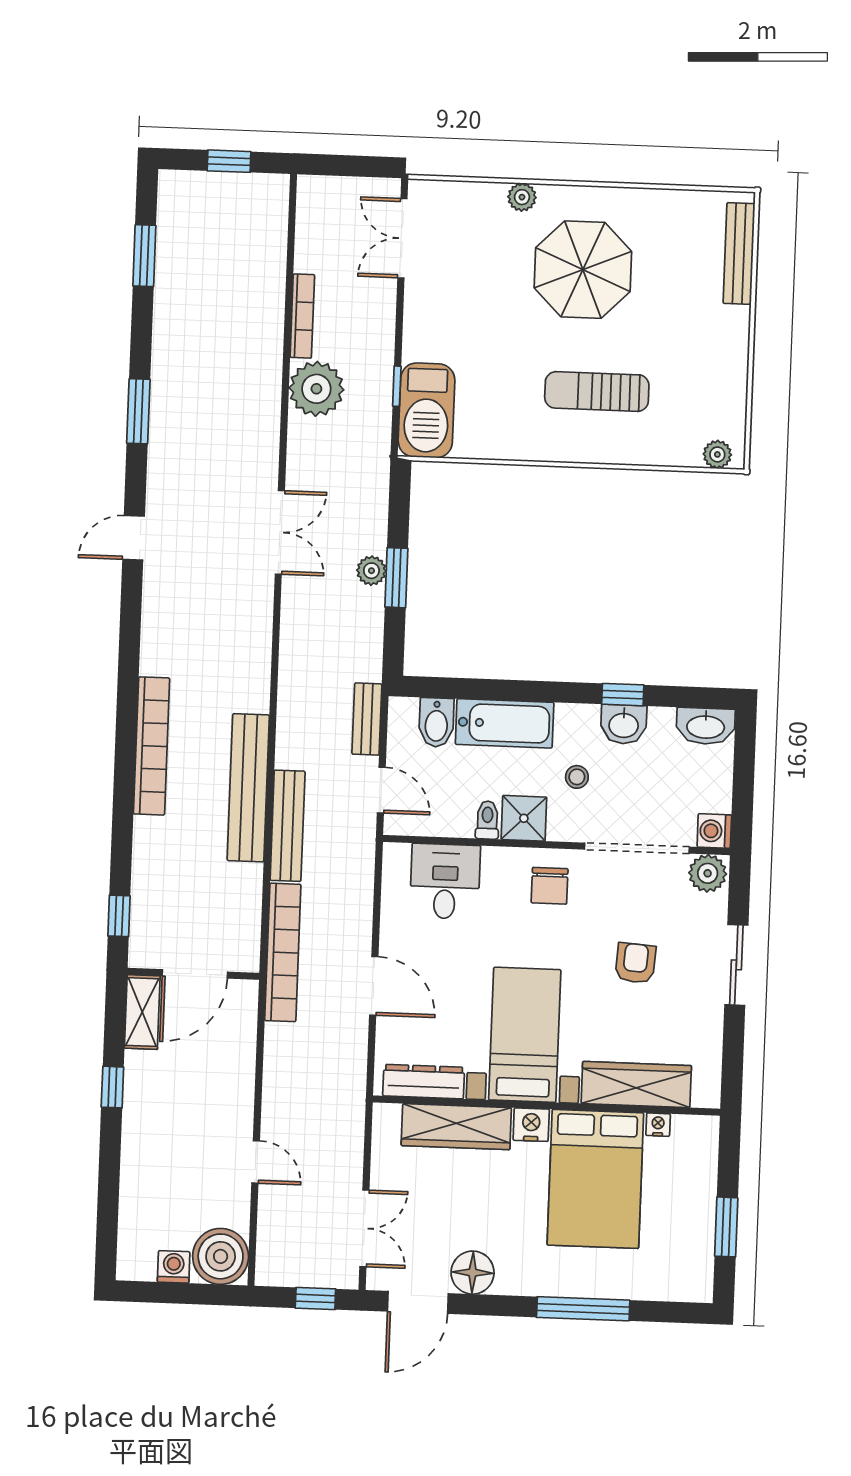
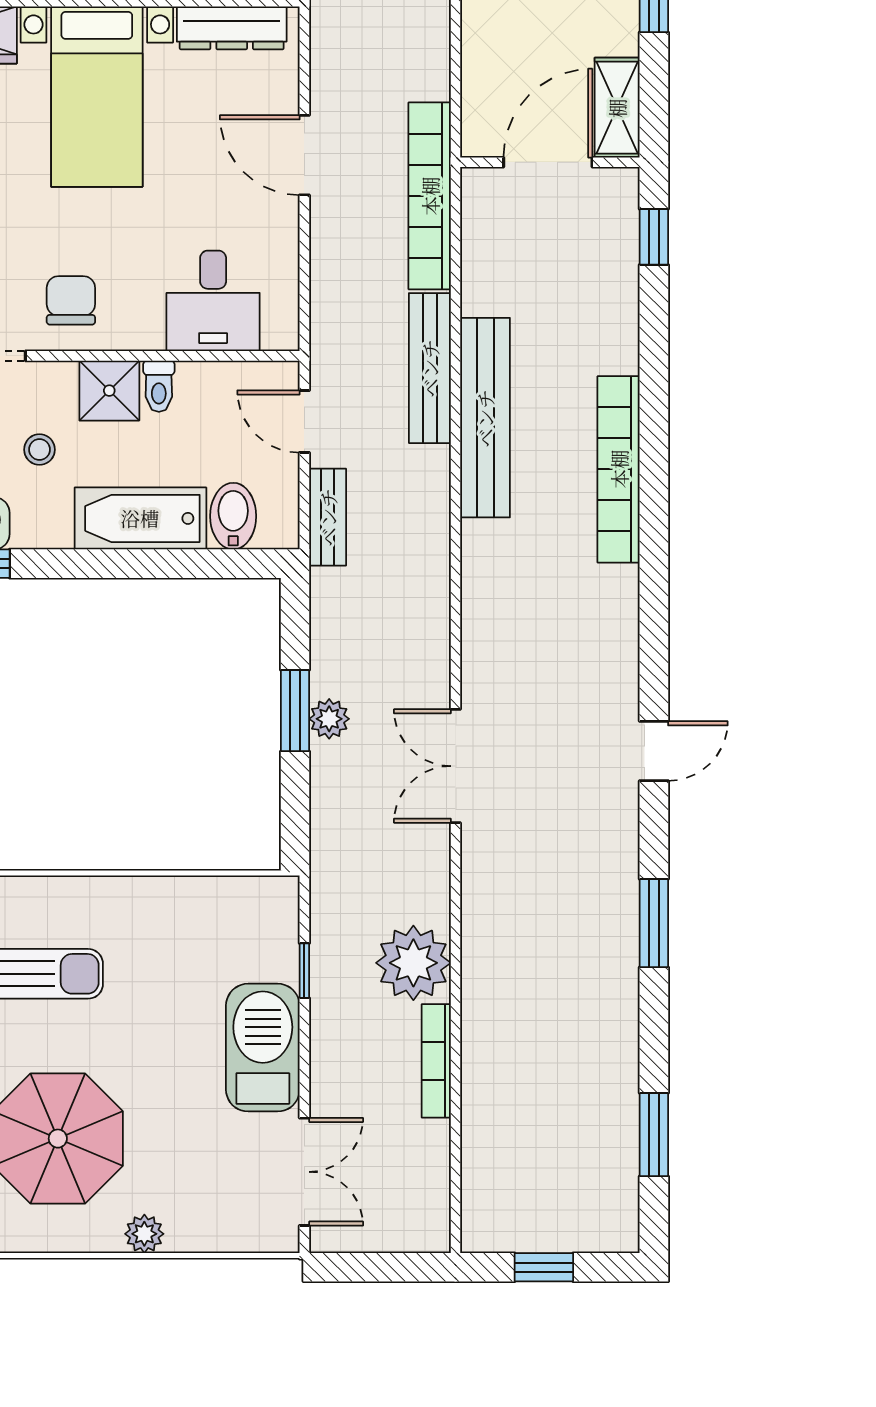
barbecue: (426, 410) -> (263, 1048), moved

